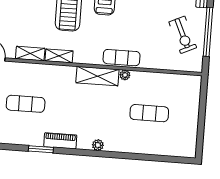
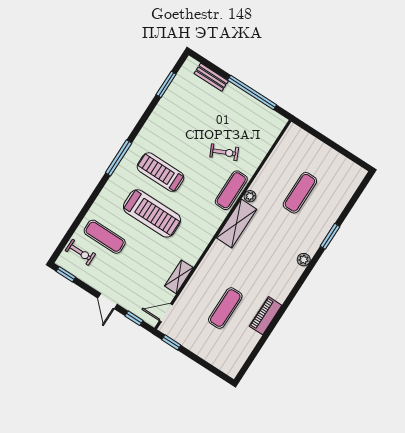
exercise bike: (183, 35) -> (224, 152), moved, width x0.73, depth x0.72
shelving: (59, 56) -> (196, 250), removed
piano: (60, 141) -> (266, 316), moved
window: (41, 149) -> (330, 236), moved

